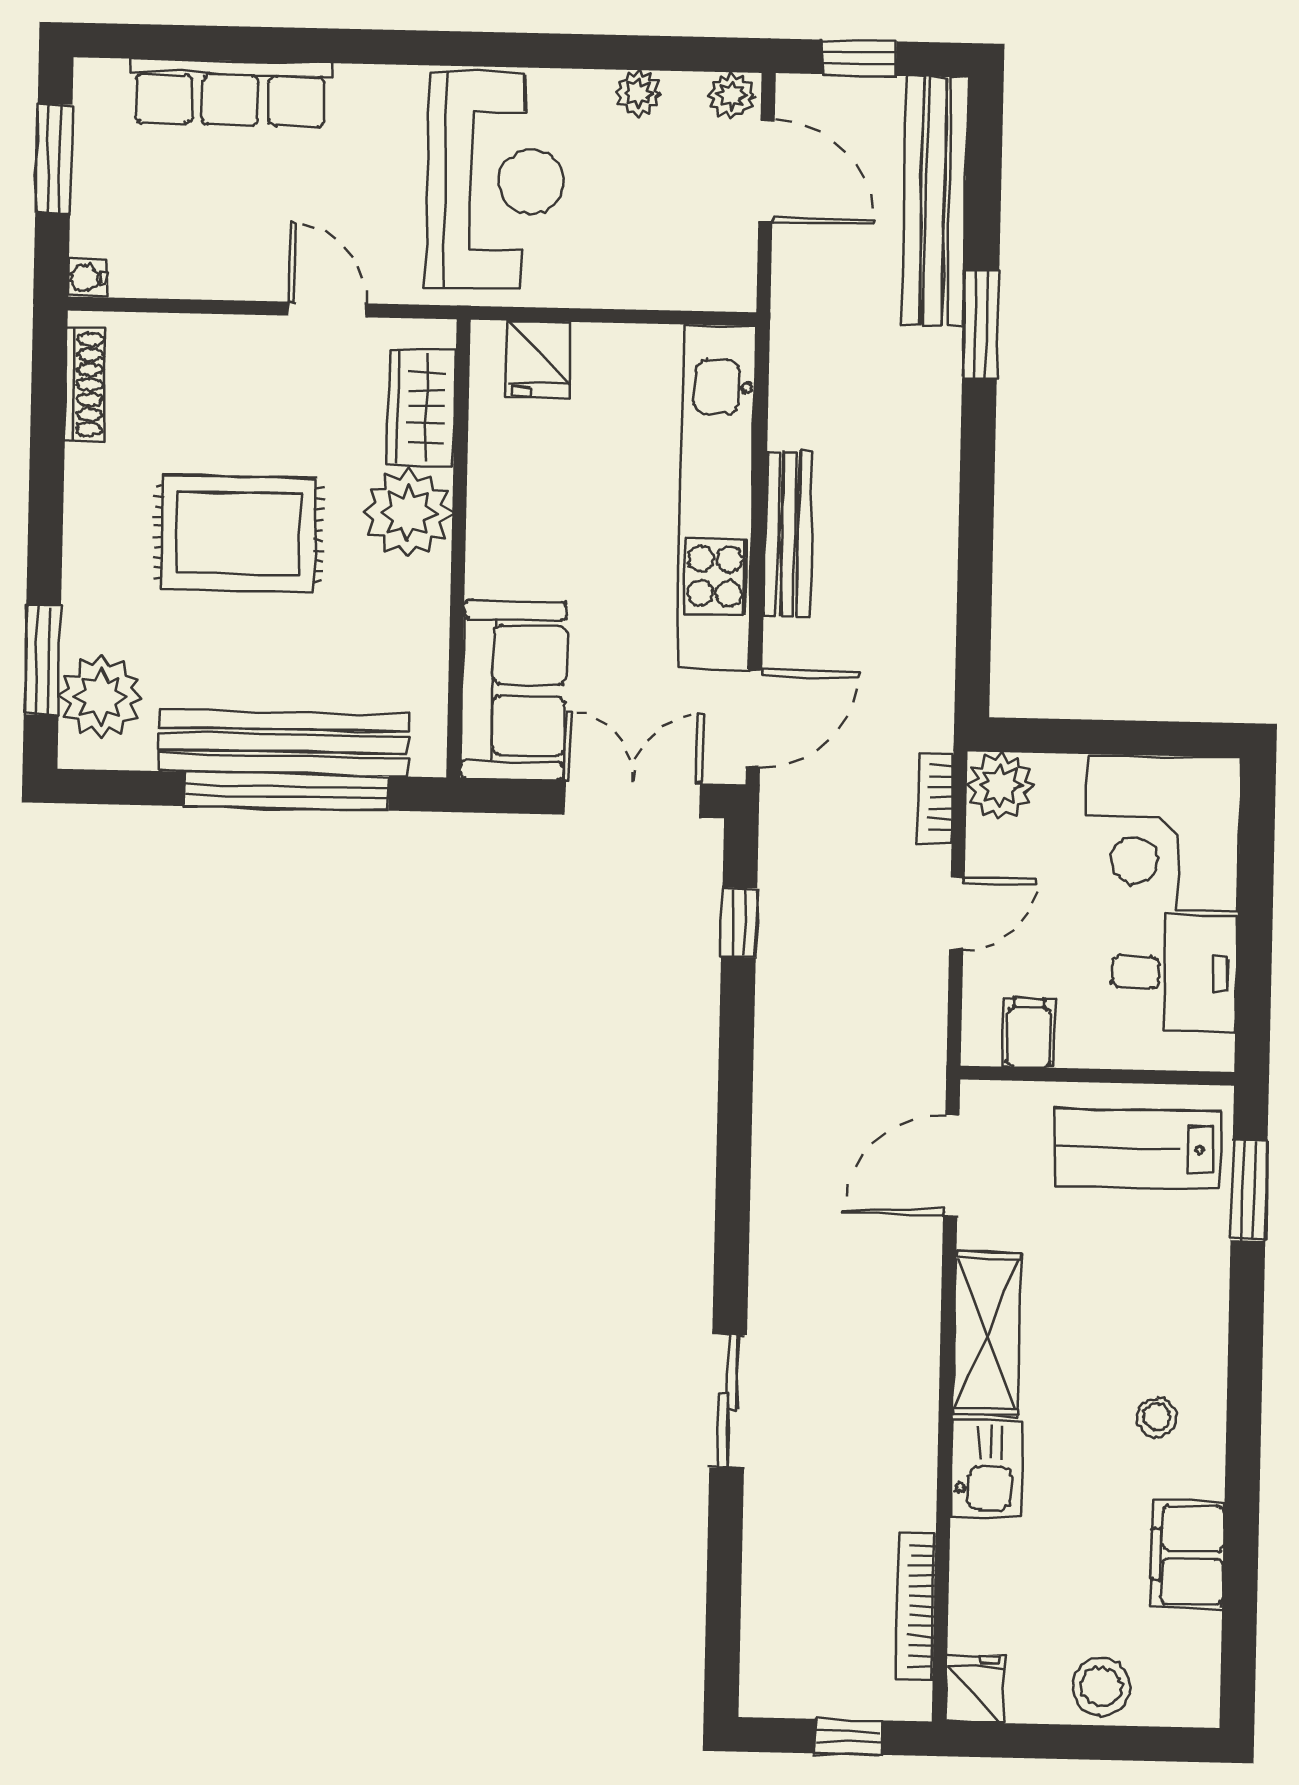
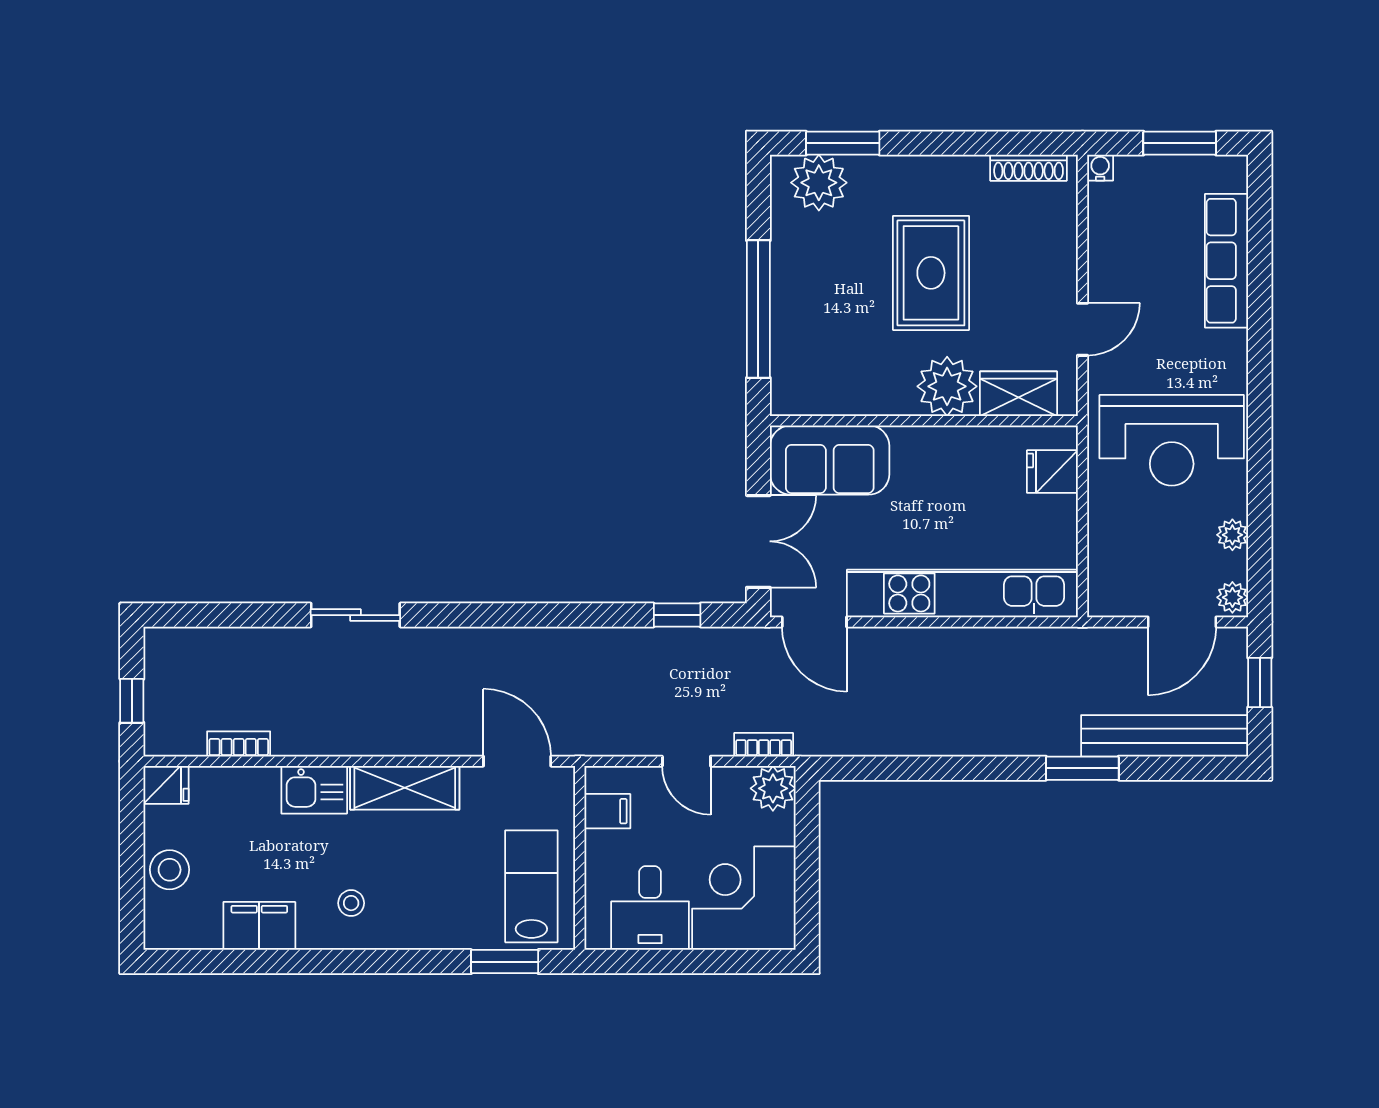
bench: (788, 534) -> (939, 642), removed
bench: (283, 743) -> (791, 306), removed
bookcase: (916, 1606) -> (239, 744), width x0.64

